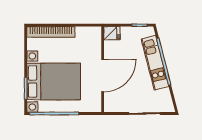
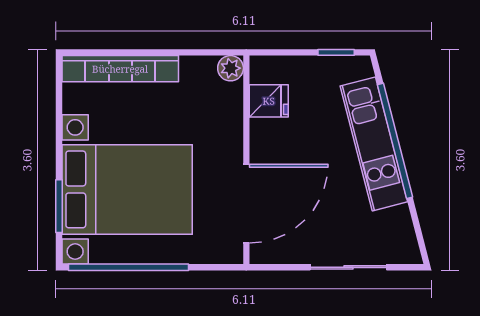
plant: (96, 32) -> (231, 68), added
fridge: (112, 33) -> (269, 101), moved
door: (103, 76) -> (246, 204), moved

